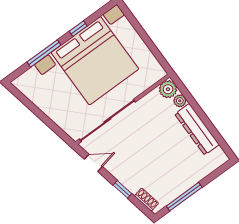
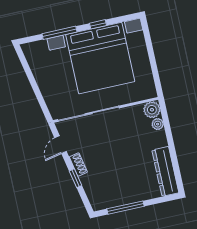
dresser: (197, 129) -> (165, 171), moved
door: (93, 163) -> (61, 145), swing flipped
shoe rack: (146, 200) -> (78, 164), moved

